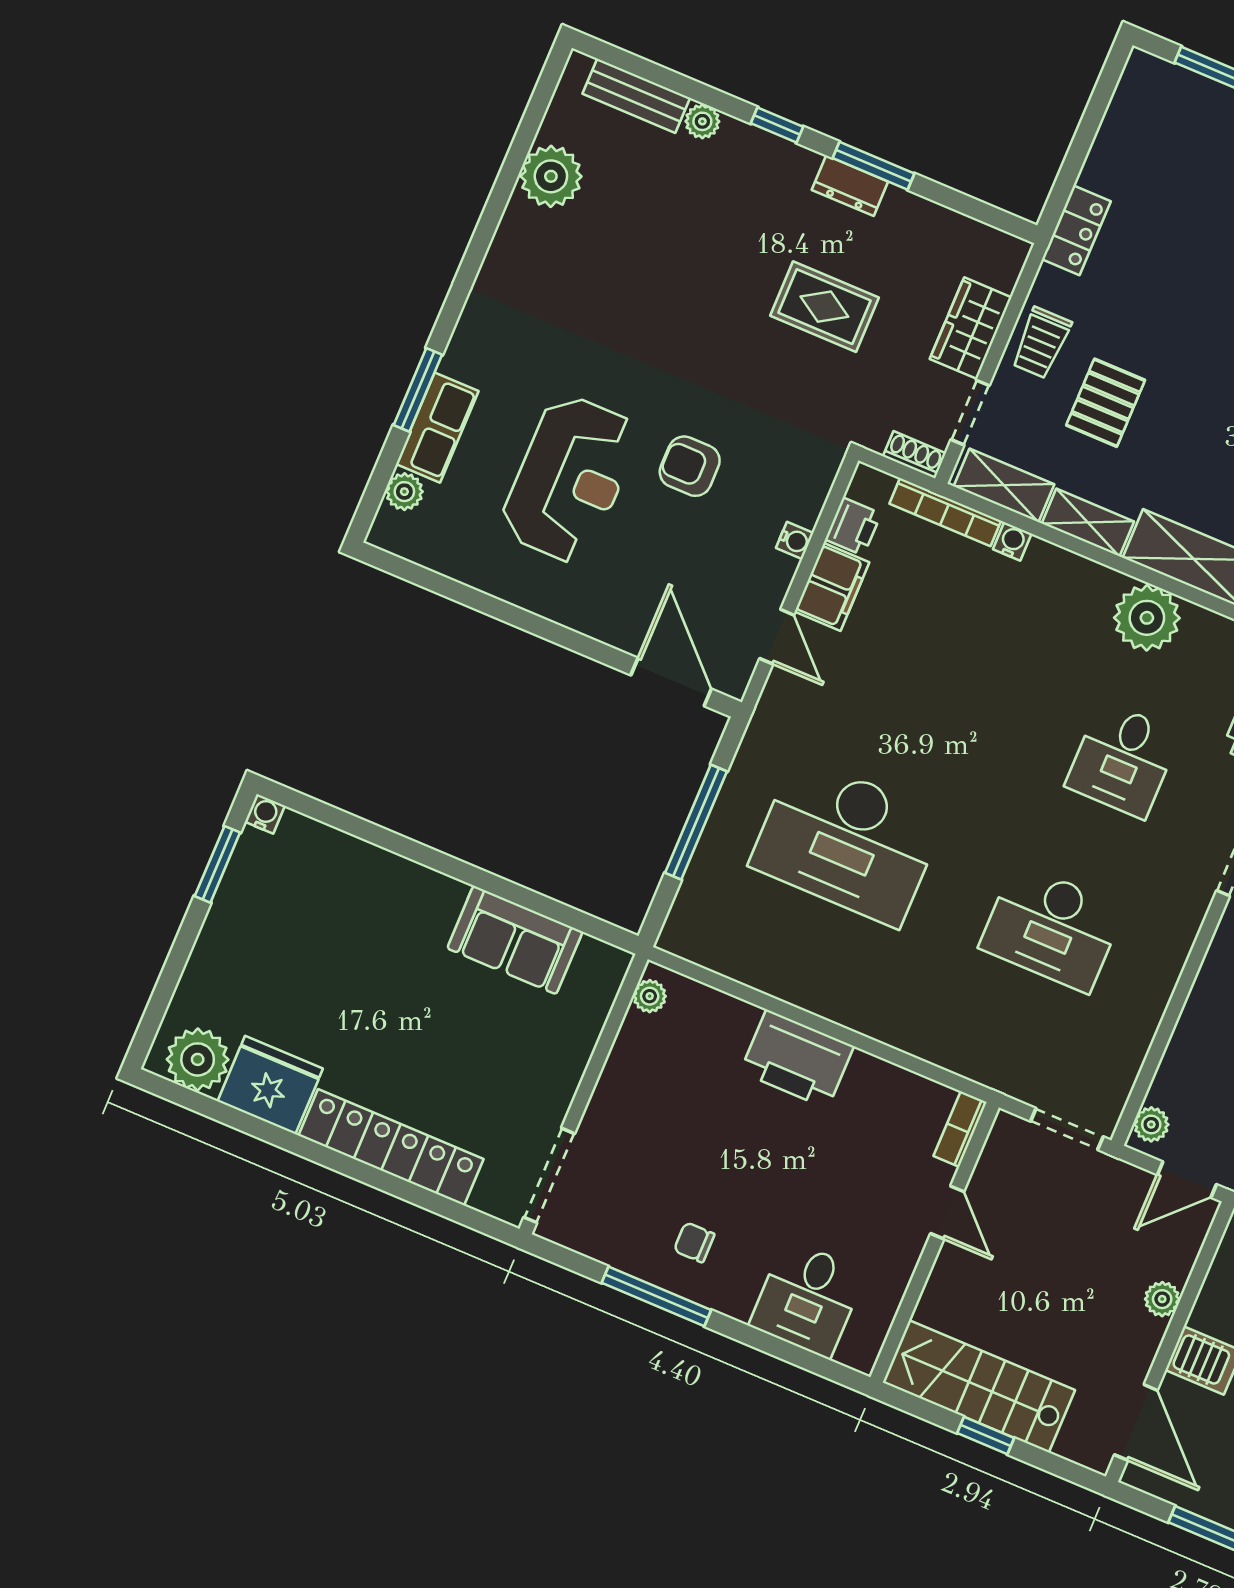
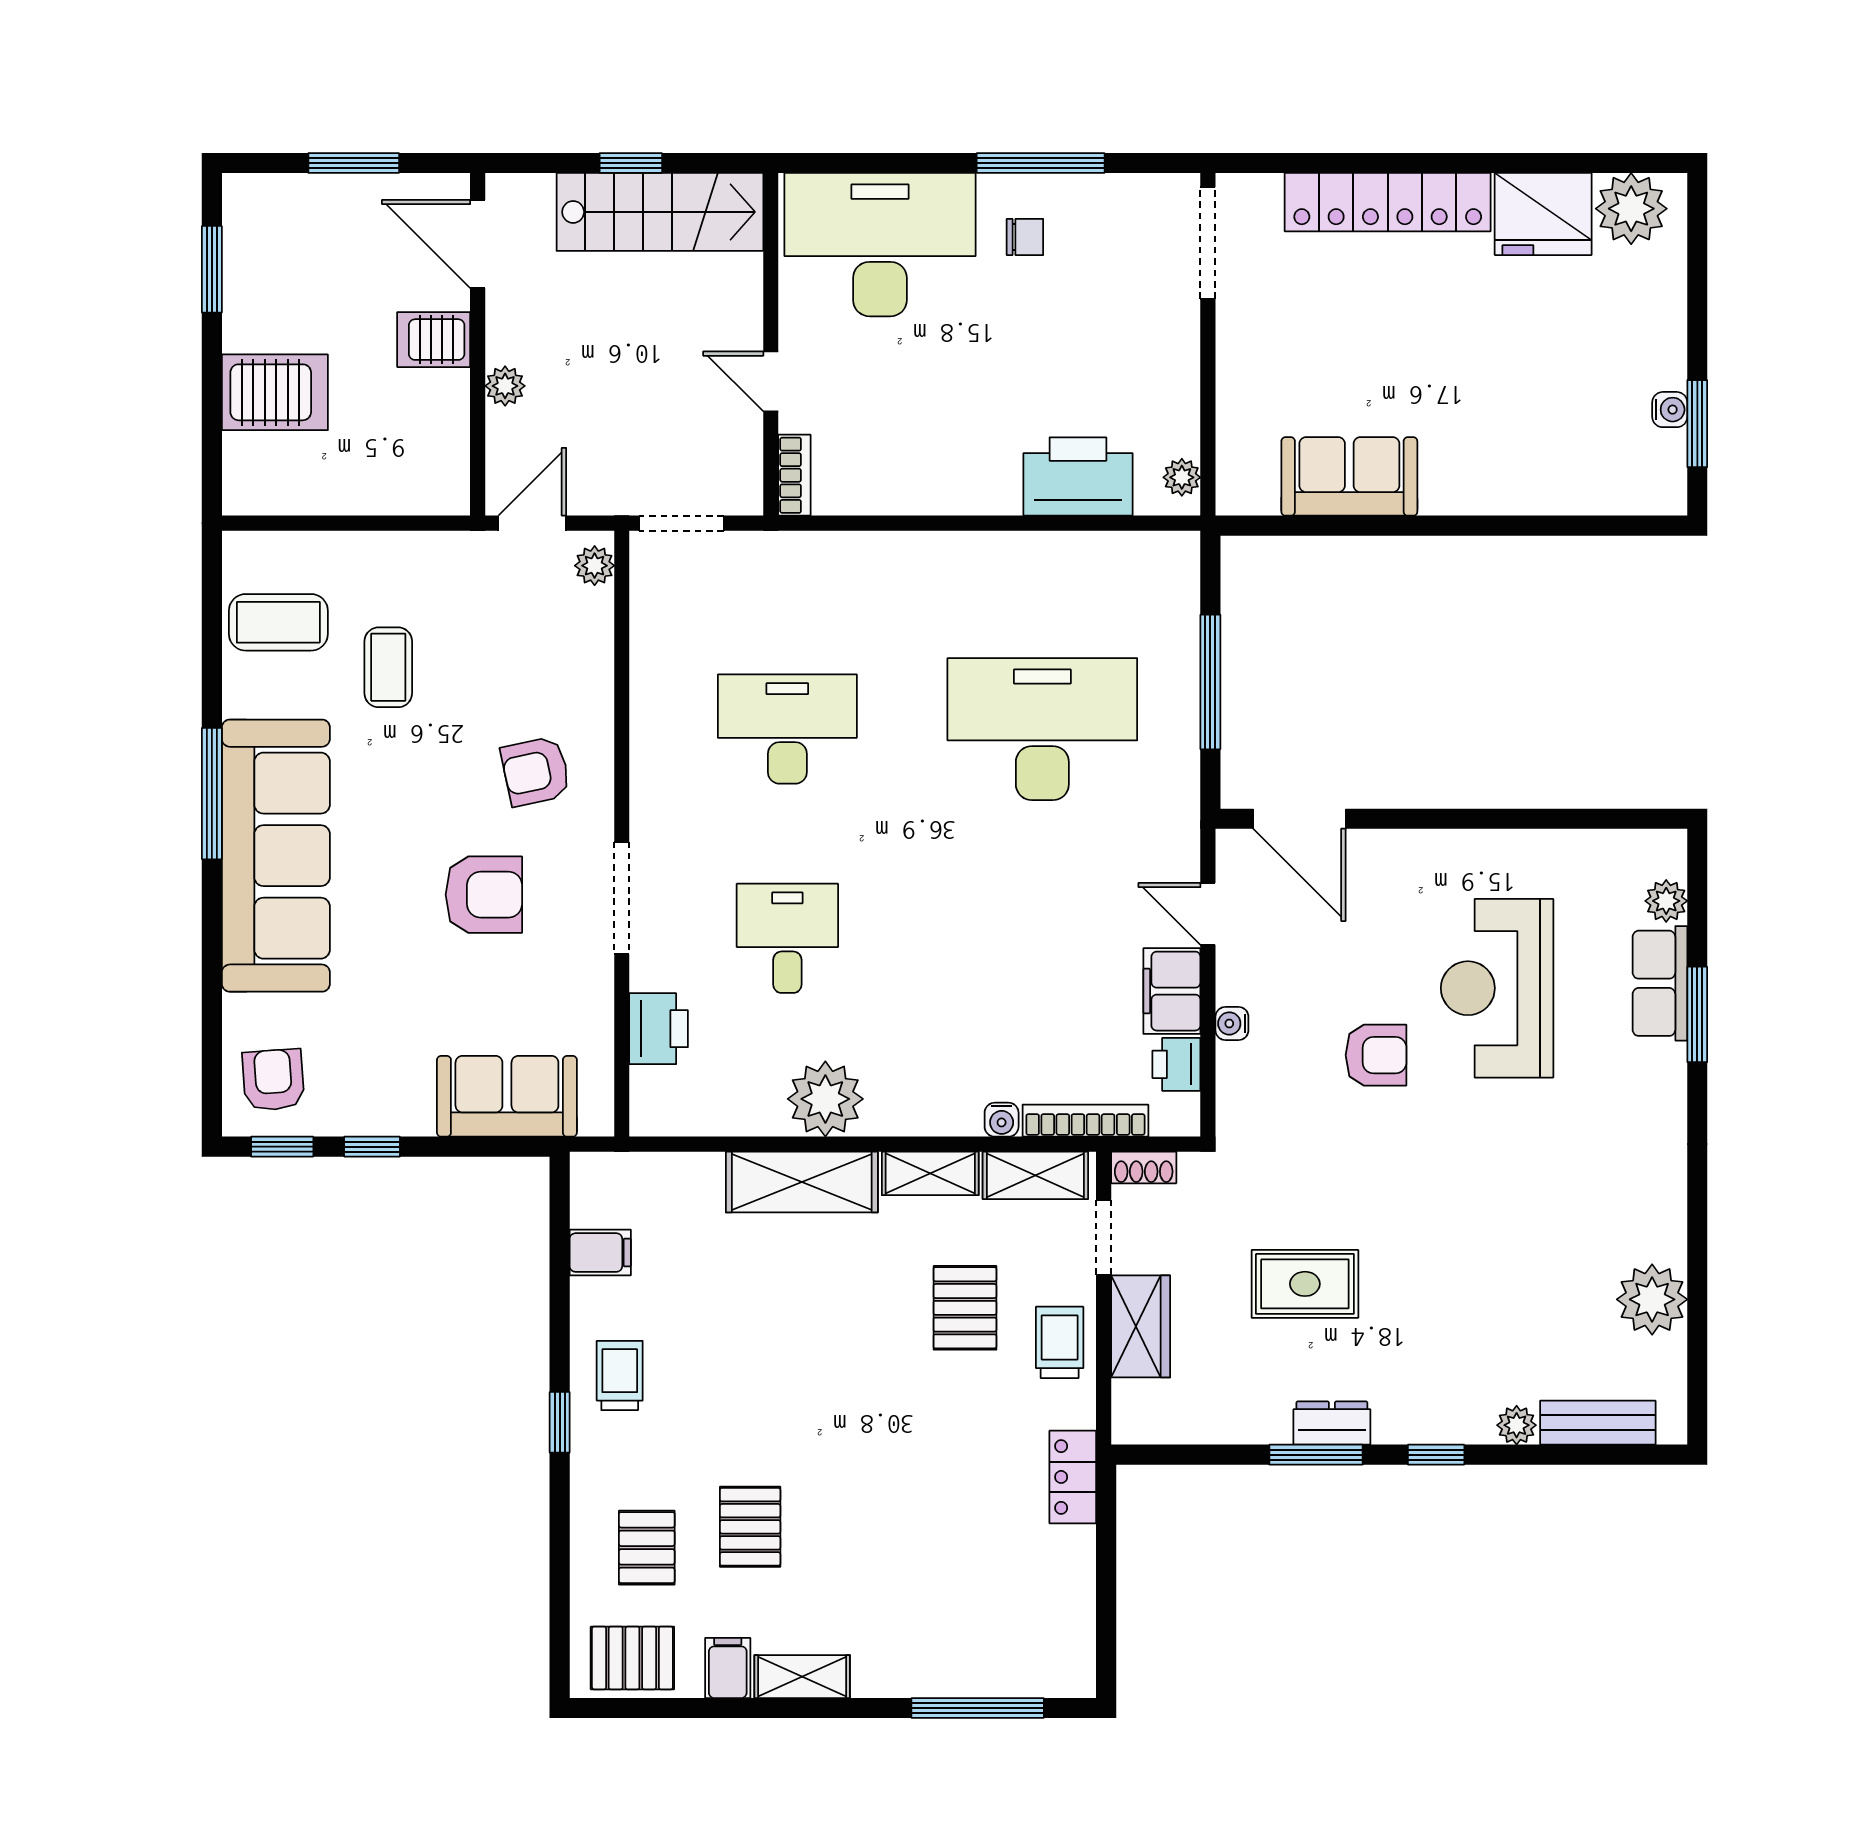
water cooler: (265, 814) -> (1670, 410), moved, turned -90
printer: (797, 1059) -> (1078, 477), moved
desk: (808, 1299) -> (880, 245), width x1.87, depth x1.30

